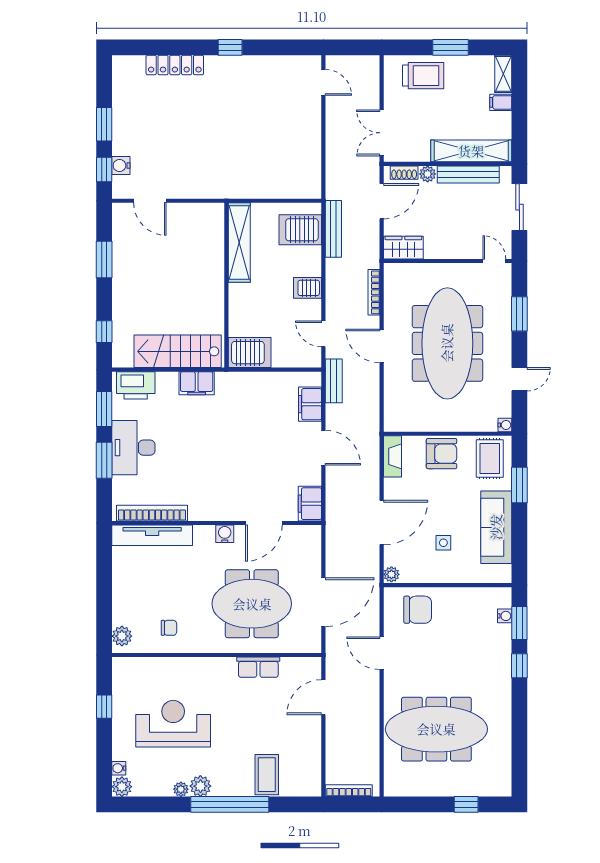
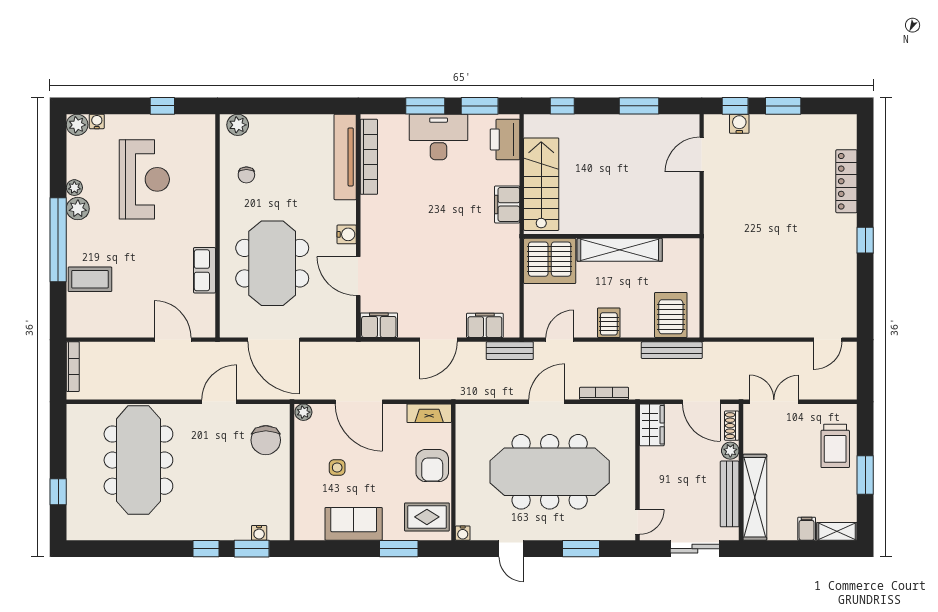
shelving: (239, 243) -> (620, 250), moved
server rack: (250, 353) -> (550, 261), width x1.60
sofa: (496, 527) -> (354, 524), width x0.73

